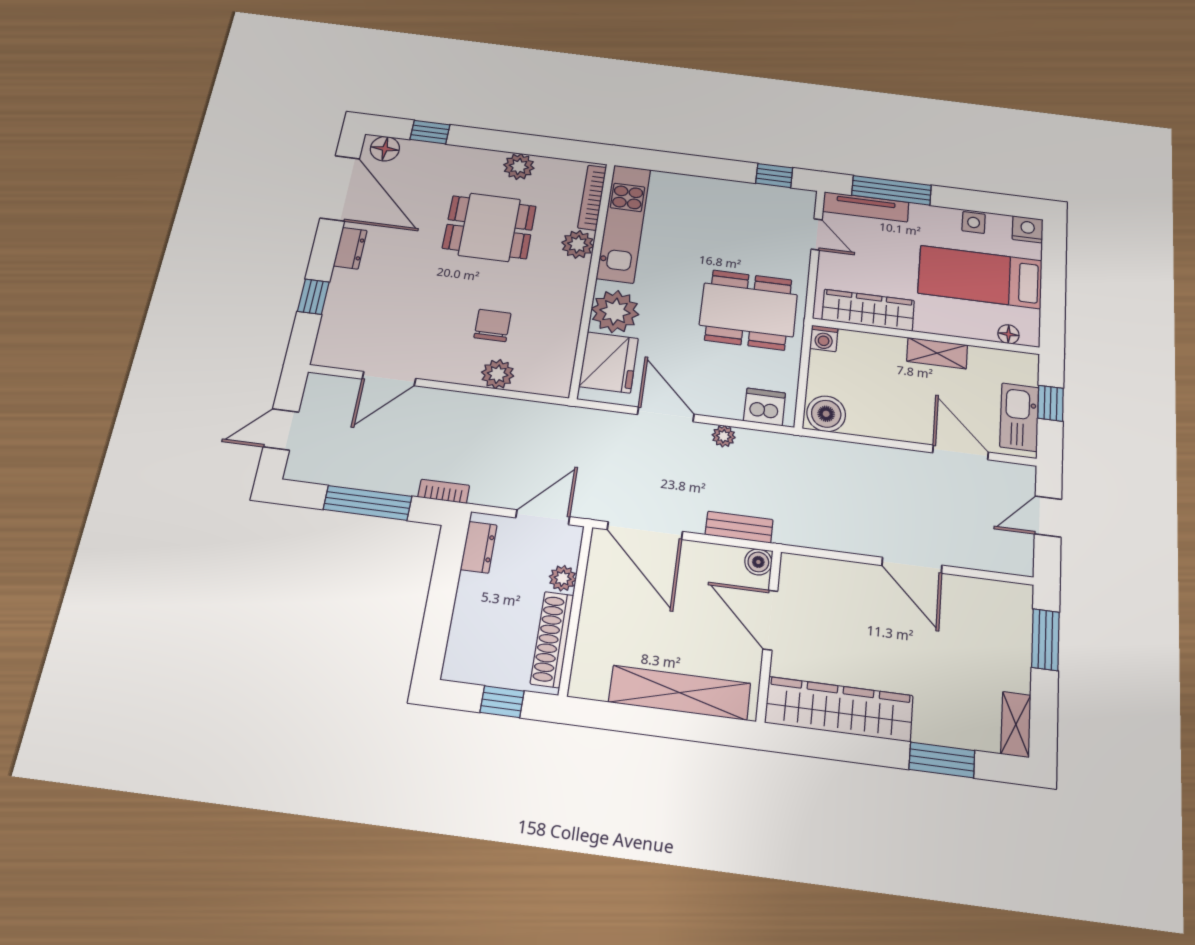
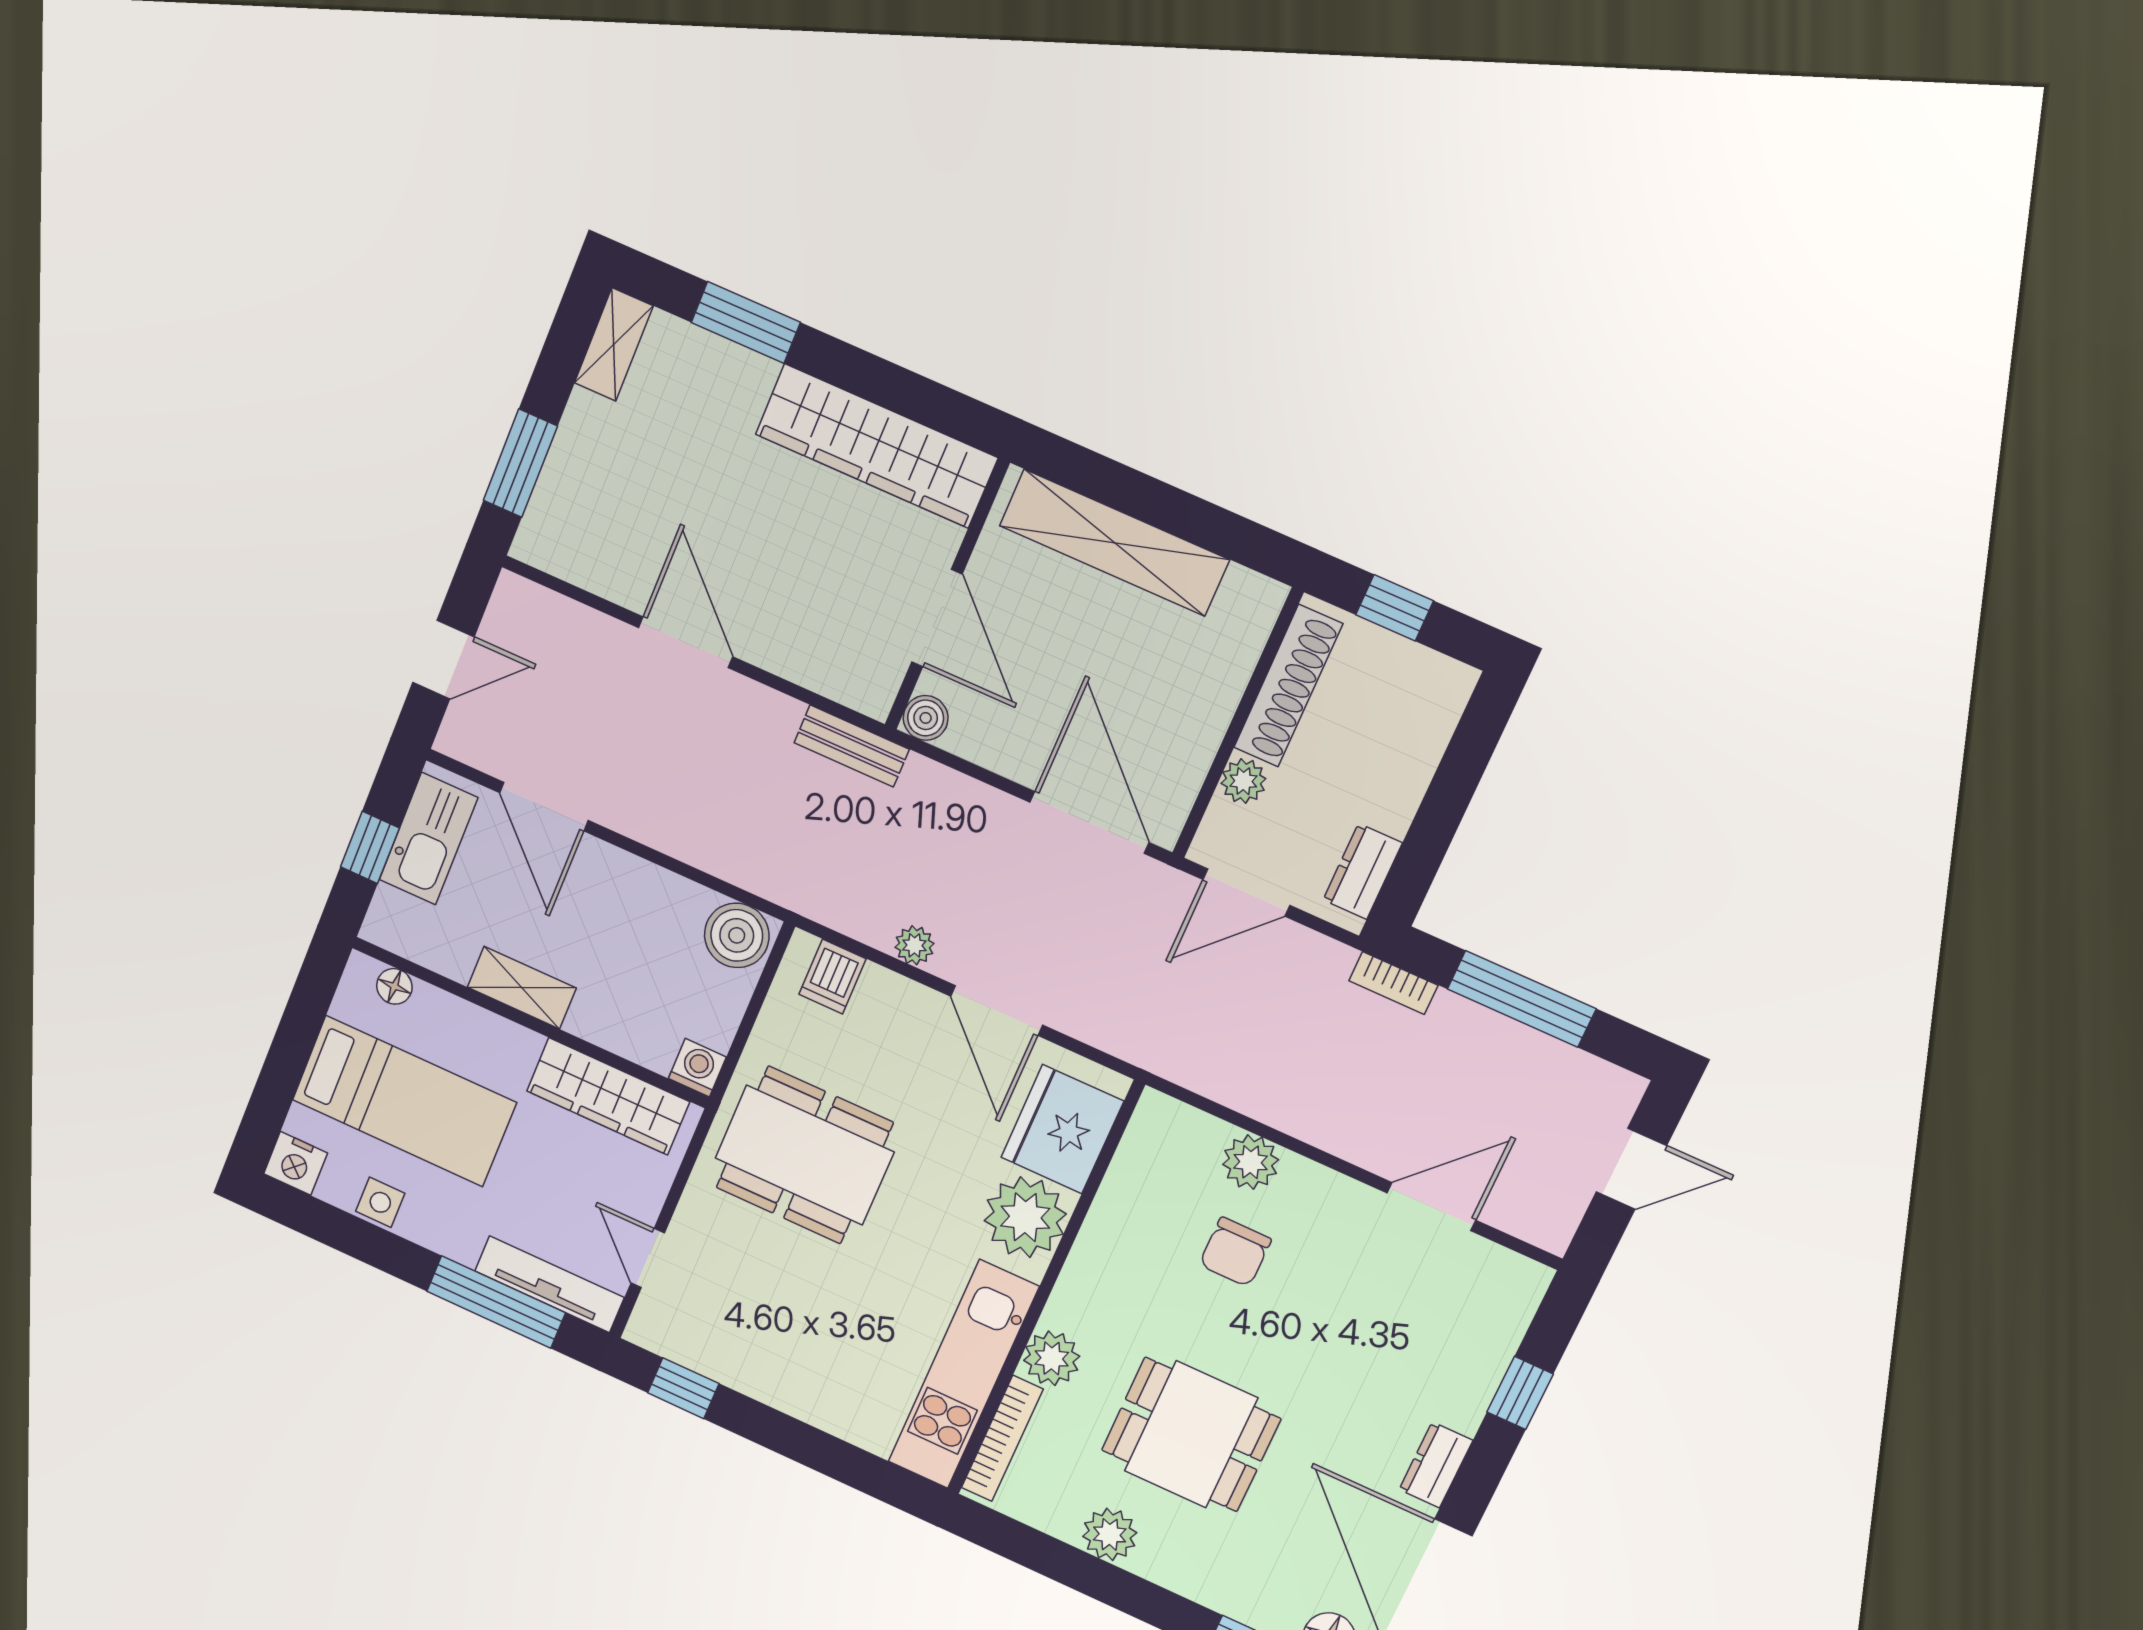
dishwasher: (764, 407) -> (832, 977), width x0.73
bench: (739, 527) -> (852, 746), moved

